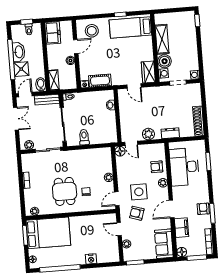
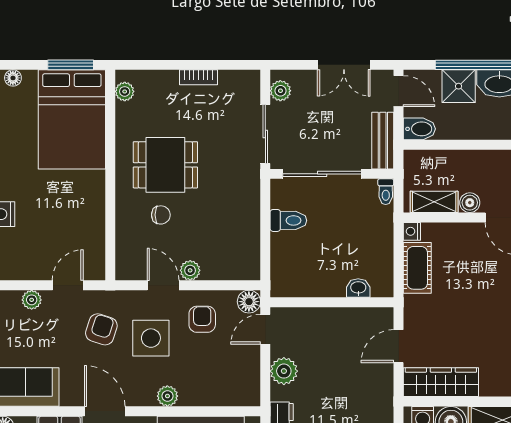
wardrobe: (148, 72) -> (441, 382), width x1.50
shelving: (54, 80) -> (434, 202), moved
armchair: (157, 167) -> (202, 319), moved
door: (117, 199) -> (163, 285), moved

